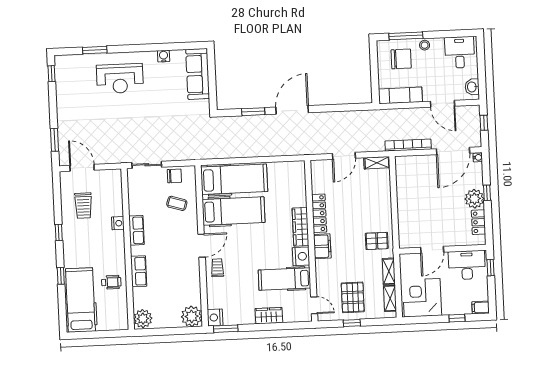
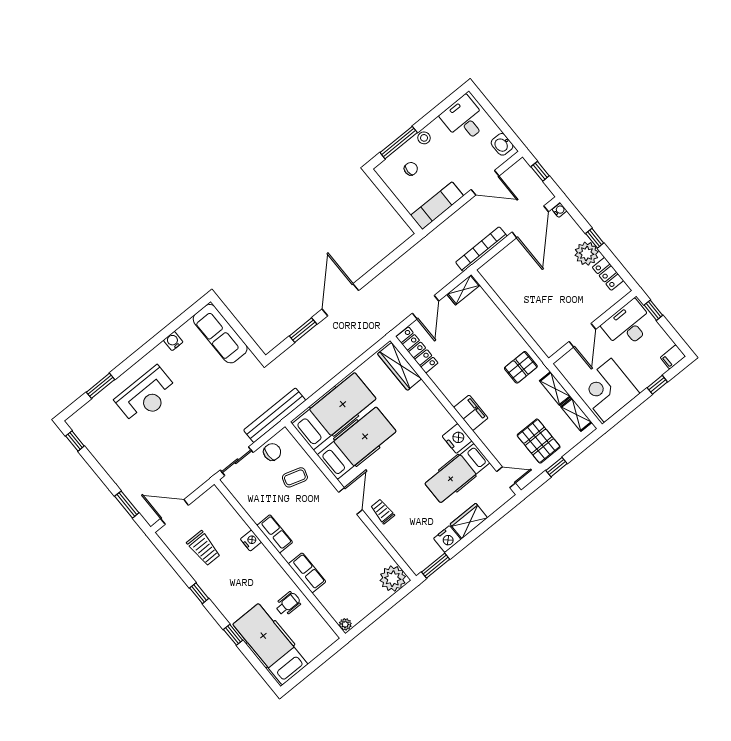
chair: (401, 59) -> (411, 169), width x0.54, depth x0.54
bench: (194, 153) -> (275, 415), added
locker: (319, 213) -> (417, 350), moved
wardrobe: (300, 227) -> (400, 366), moved
nightstand: (215, 317) -> (447, 539), moved, turned -90
plant: (143, 319) -> (345, 624), width x0.53, depth x0.53

